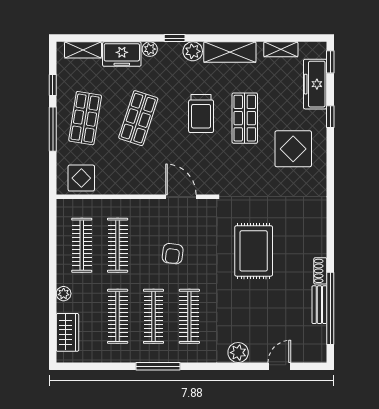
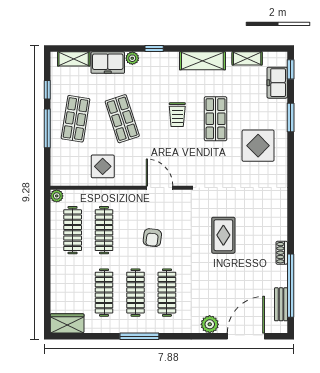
plant: (193, 51) -> (170, 60), removed
freezer: (315, 84) -> (277, 83), width x0.71
trolley: (201, 114) -> (177, 115), width x0.73, depth x0.72
window: (330, 117) -> (291, 117), width x1.50
shop shelf: (138, 118) -> (122, 119), turned -36
display table: (81, 178) -> (103, 166), moved
rug: (254, 251) -> (223, 235), width x0.73, depth x0.70
plant: (64, 294) -> (57, 196), moved
bench: (319, 305) -> (281, 304), moved
wardrobe: (67, 332) -> (67, 323), moved, turned -90
door: (279, 366) -> (246, 336), width x1.88

